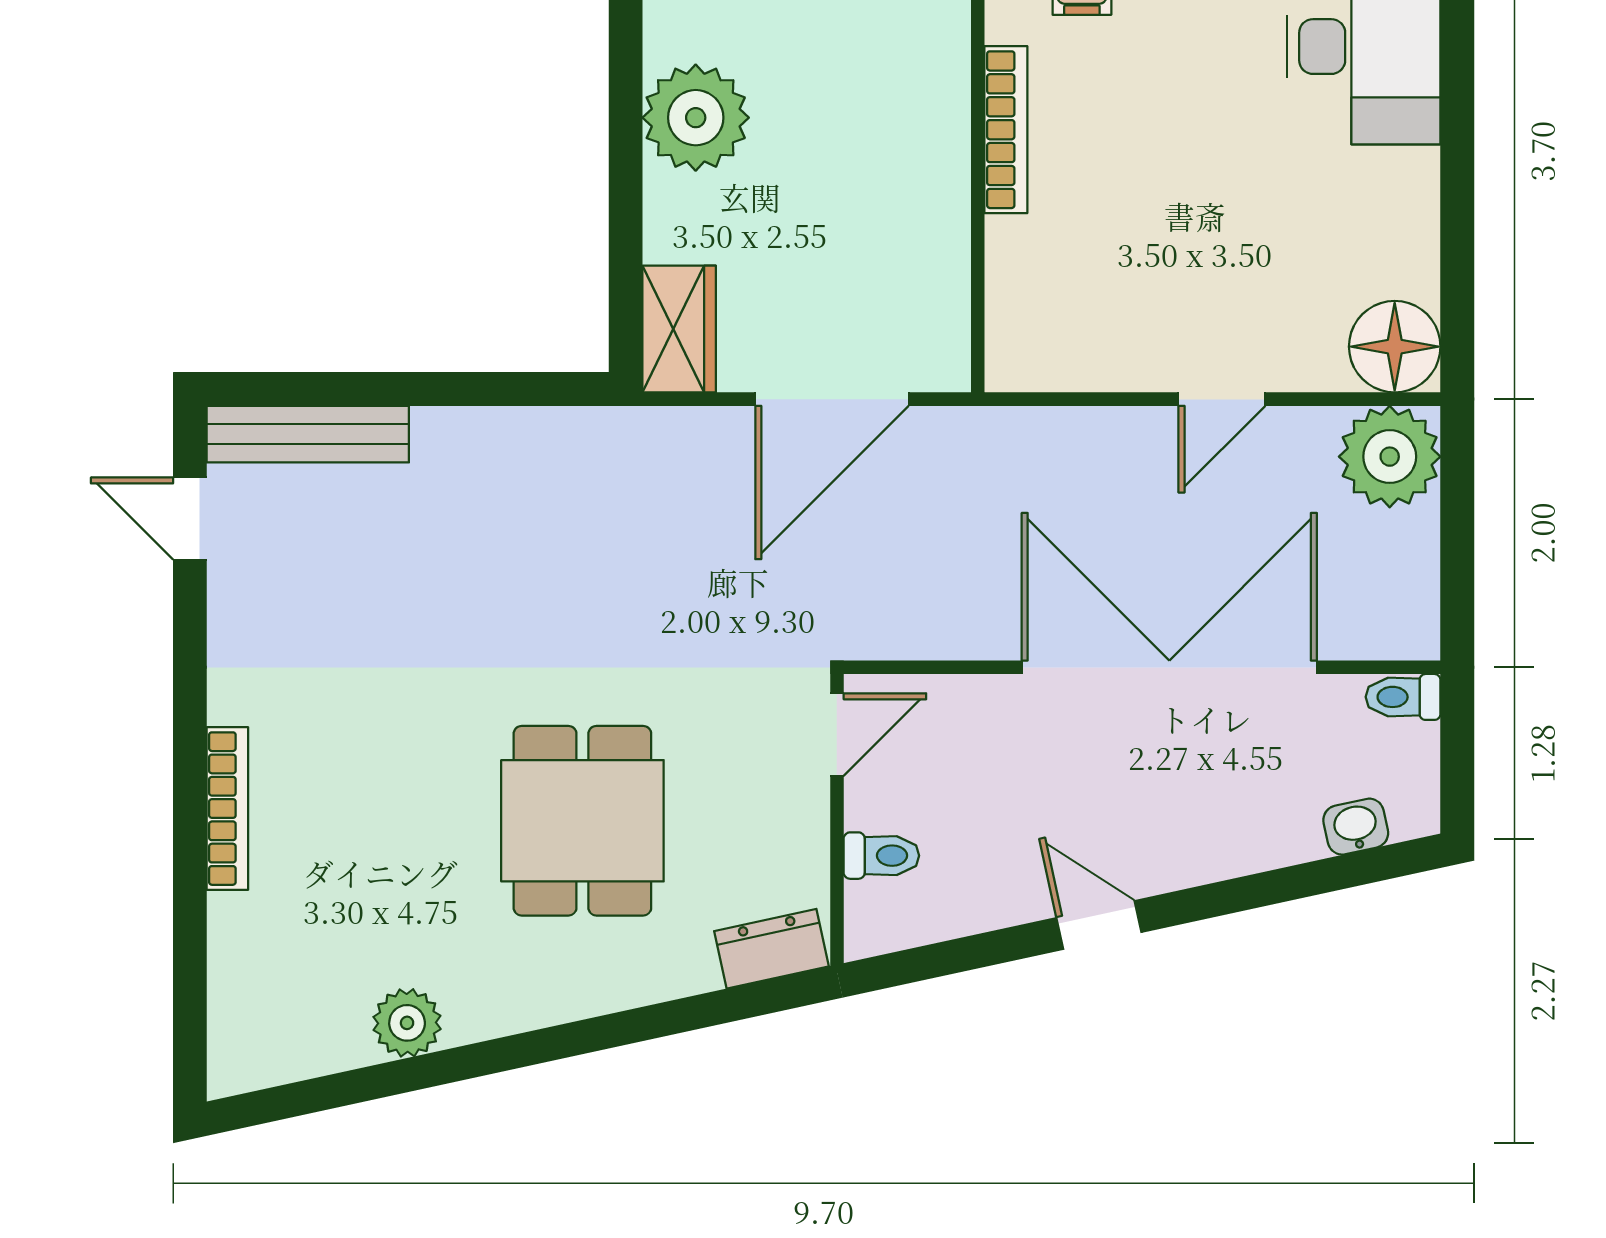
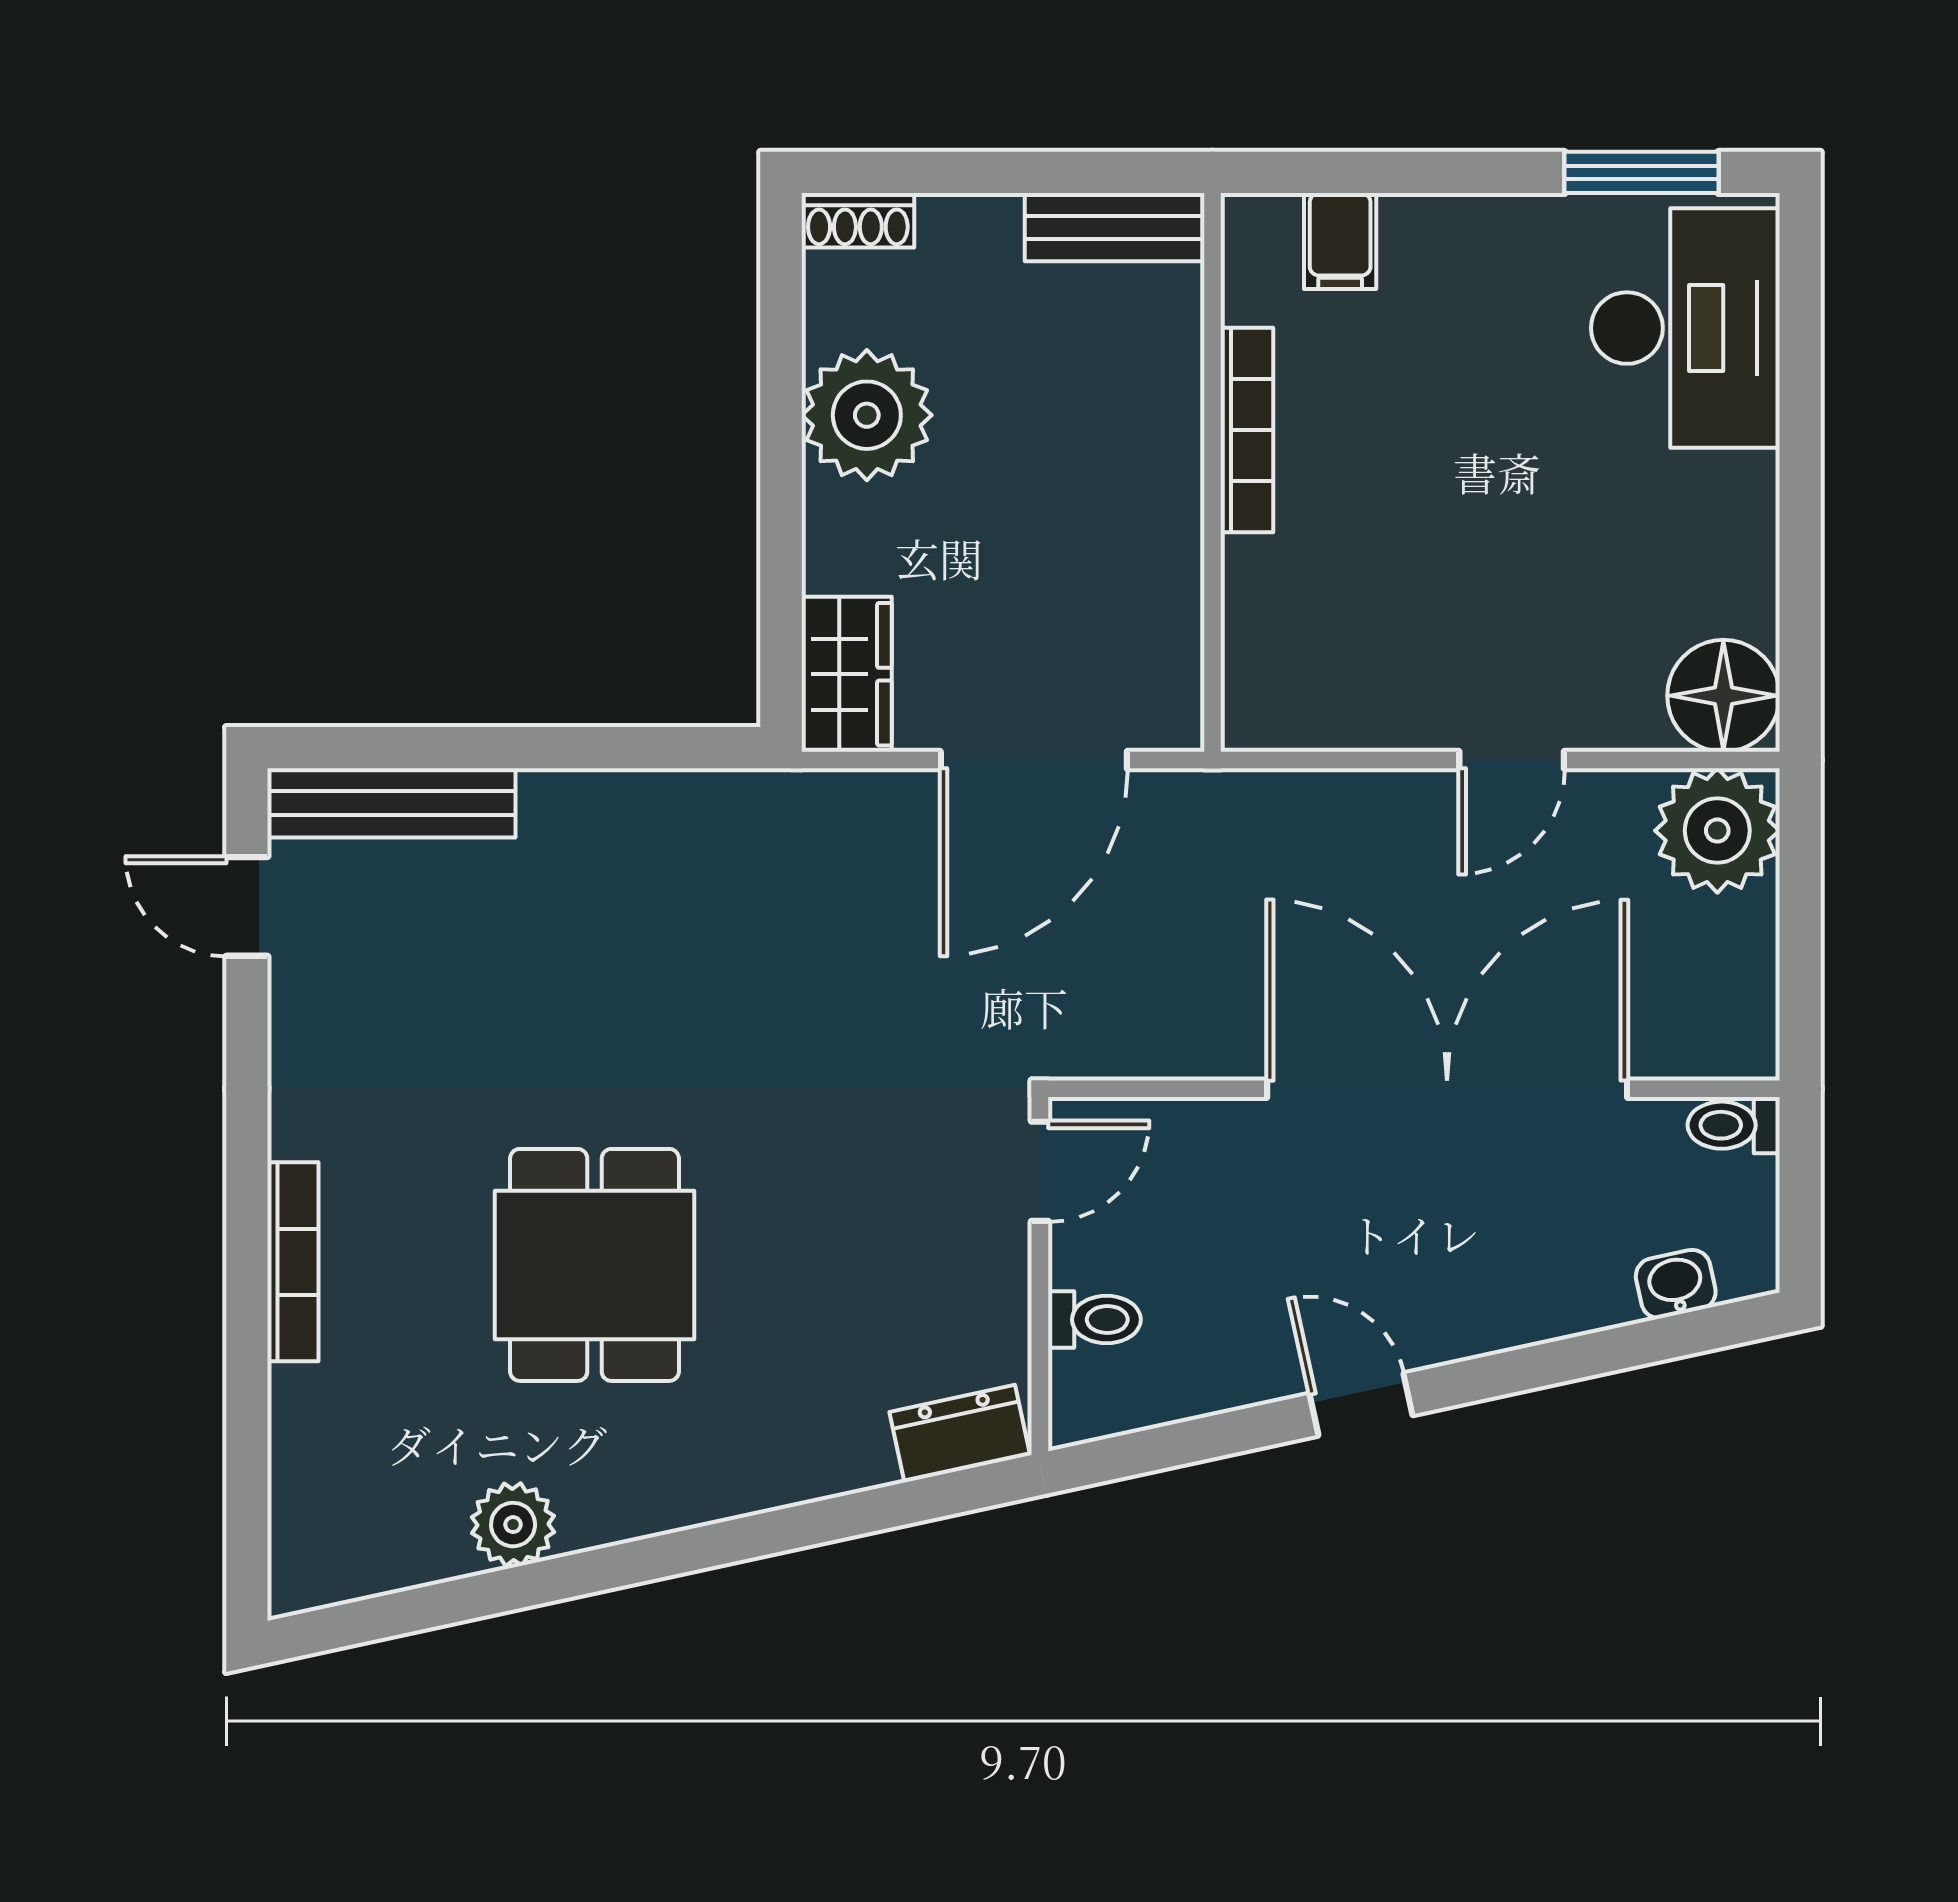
dining table: (582, 821) -> (594, 1265), moved

